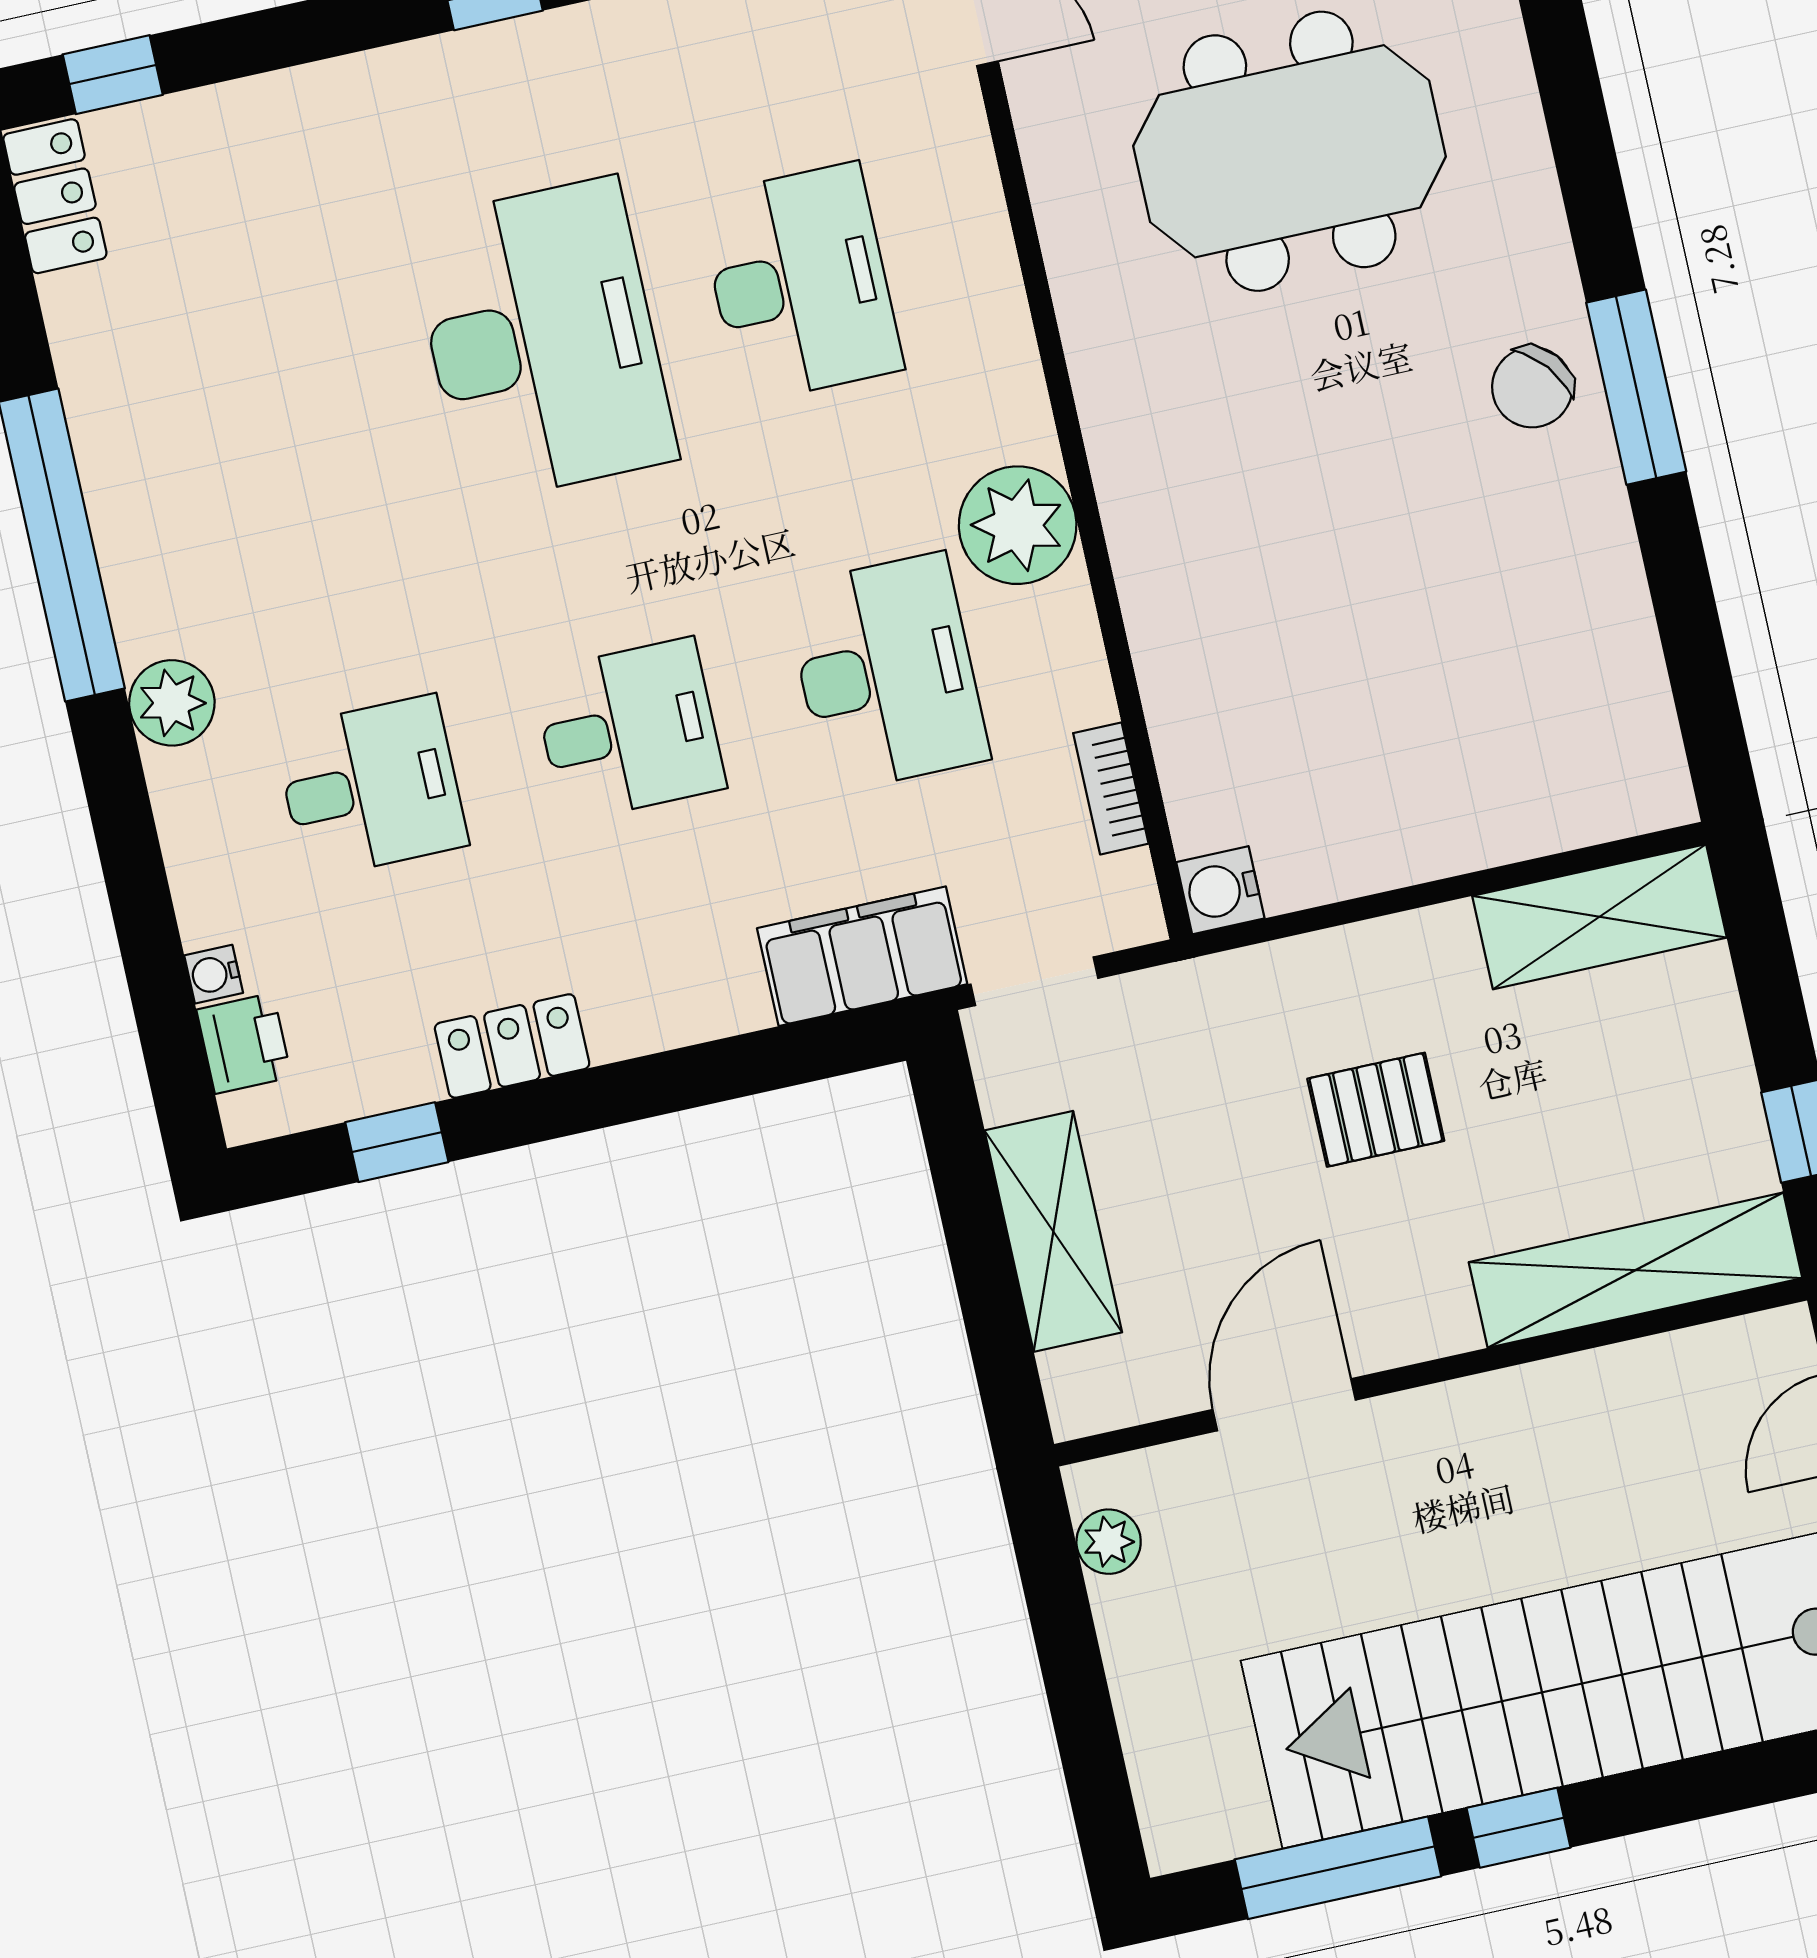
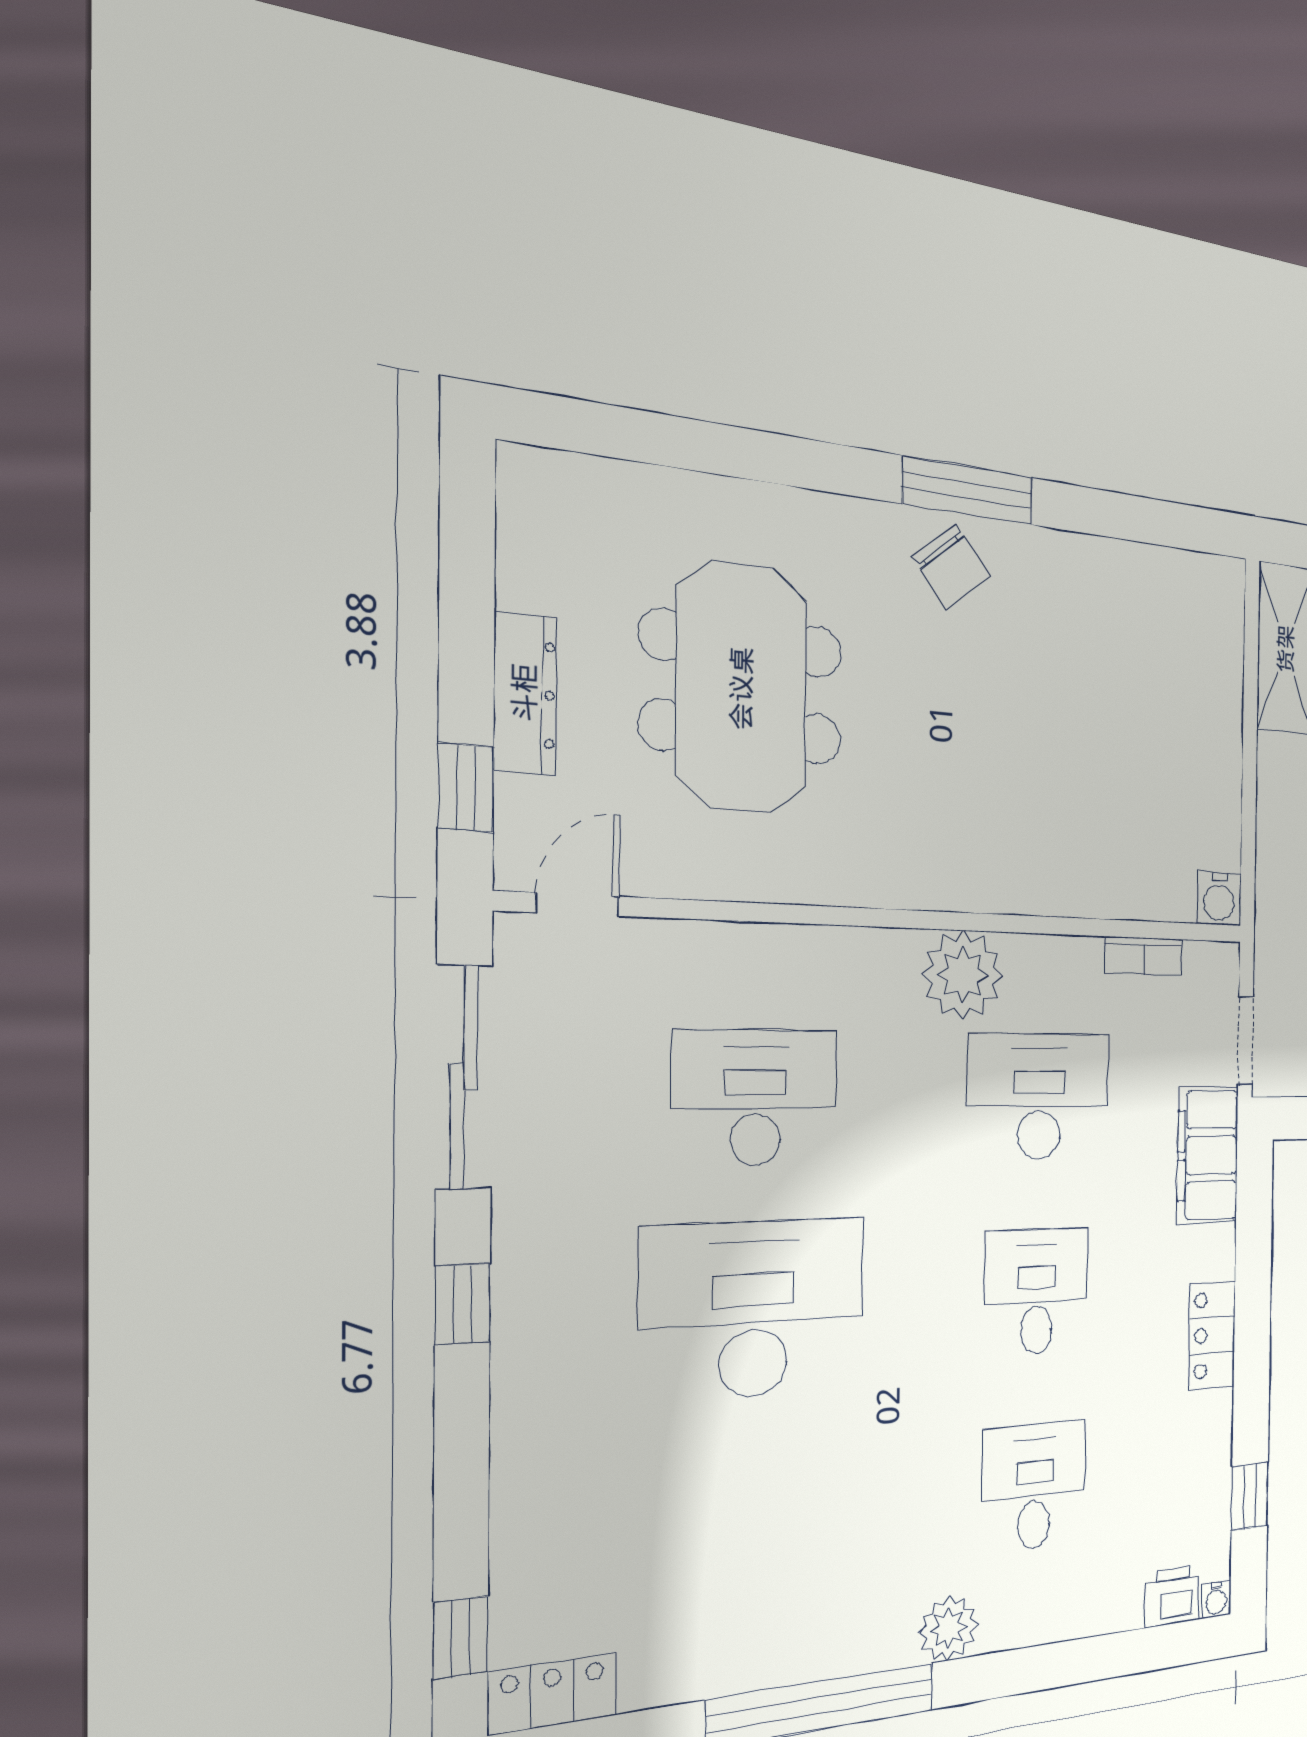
water cooler: (214, 974) -> (1216, 1599), moved
locker: (512, 1046) -> (1212, 1335), moved

